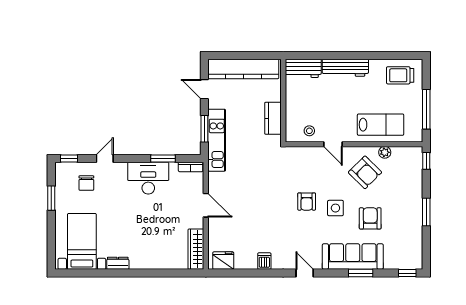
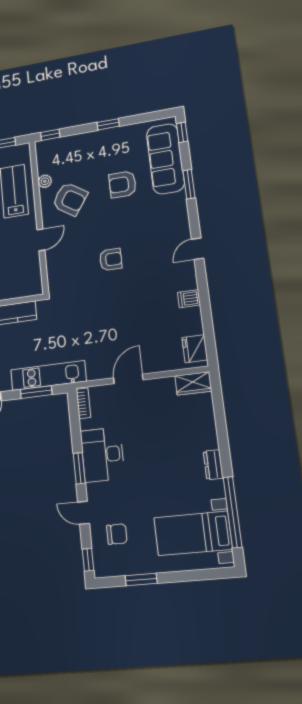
stool: (309, 131) -> (28, 269), removed
window: (163, 159) -> (79, 468), moved
armchair: (365, 172) -> (70, 199), turned 79
side table: (335, 208) -> (115, 225), removed
window: (426, 212) -> (108, 124), width x0.67
wardrobe: (196, 249) -> (193, 383), width x0.67
sofa: (353, 257) -> (165, 159), moved
dresser: (118, 263) -> (213, 465), moved
window: (95, 273) -> (233, 512), added

